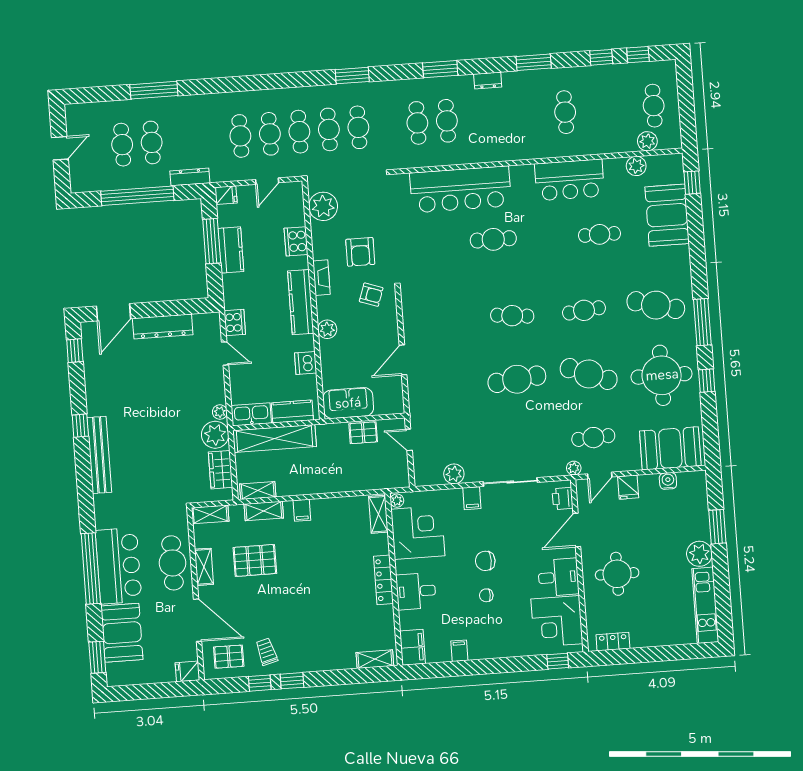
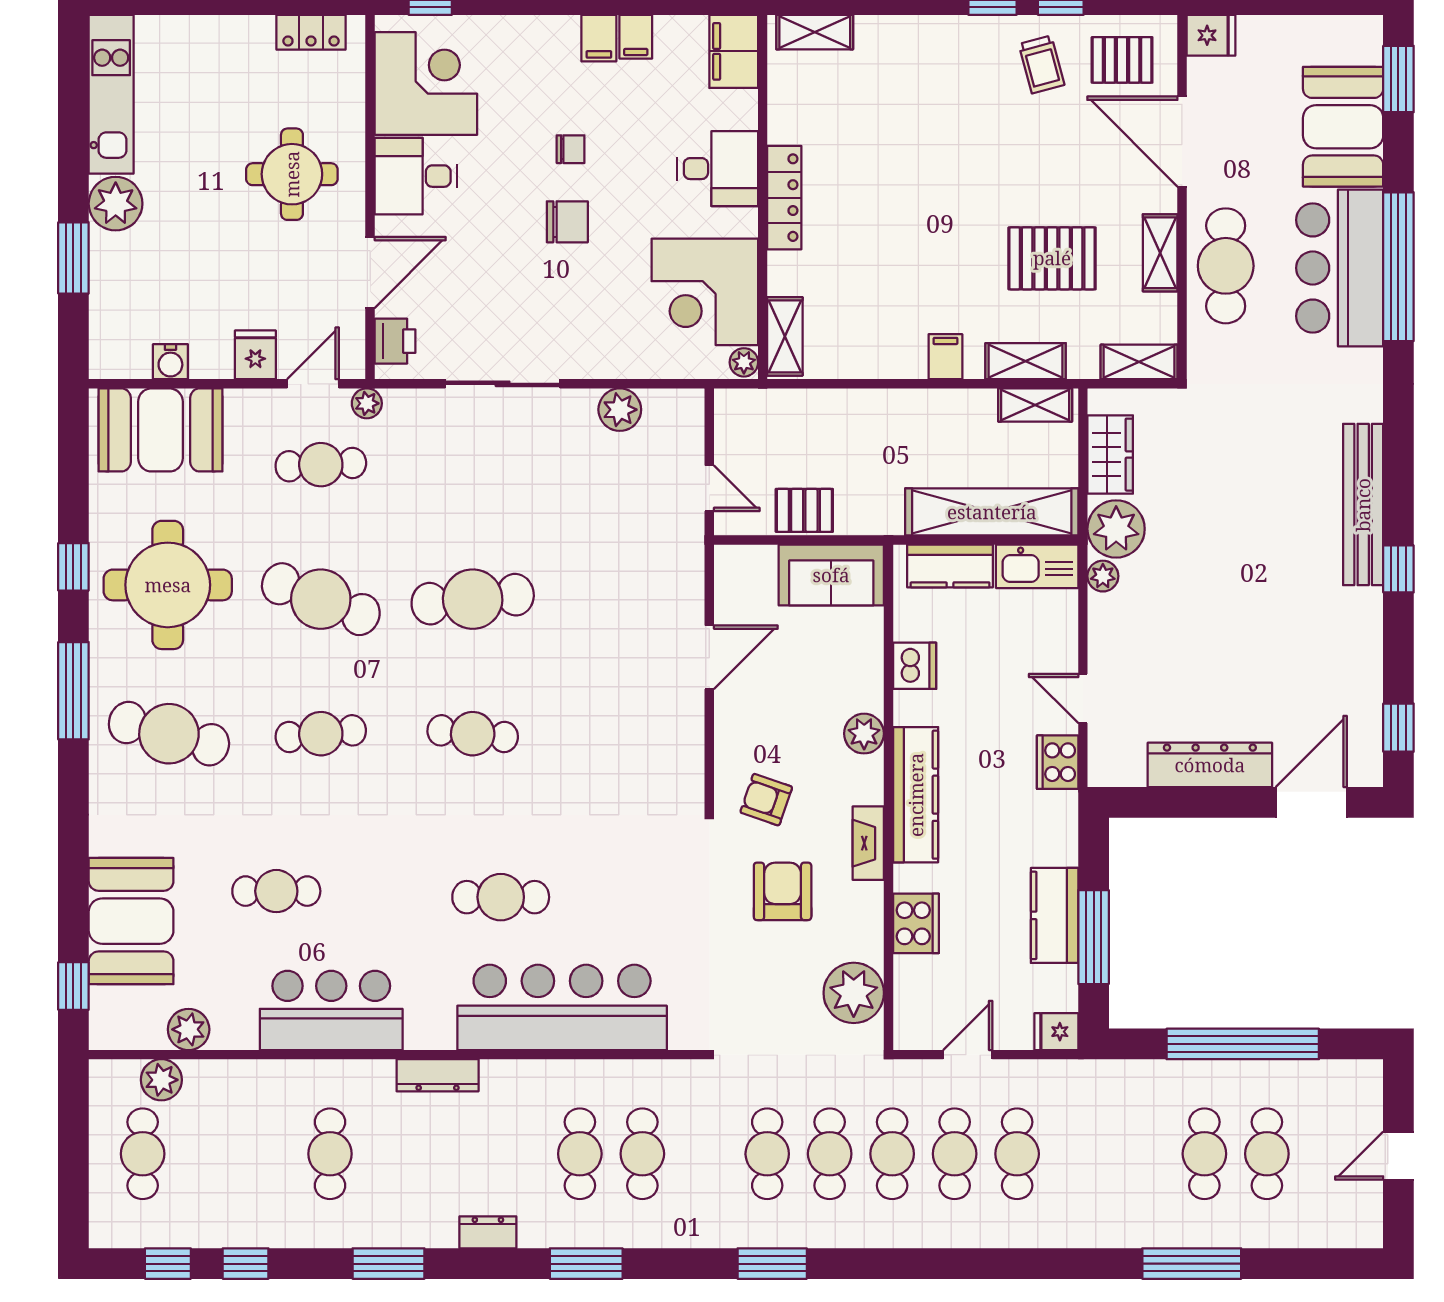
dresser: (190, 177) -> (438, 1075), moved
filing cabinet: (472, 498) -> (599, 38), moved, turned 180

